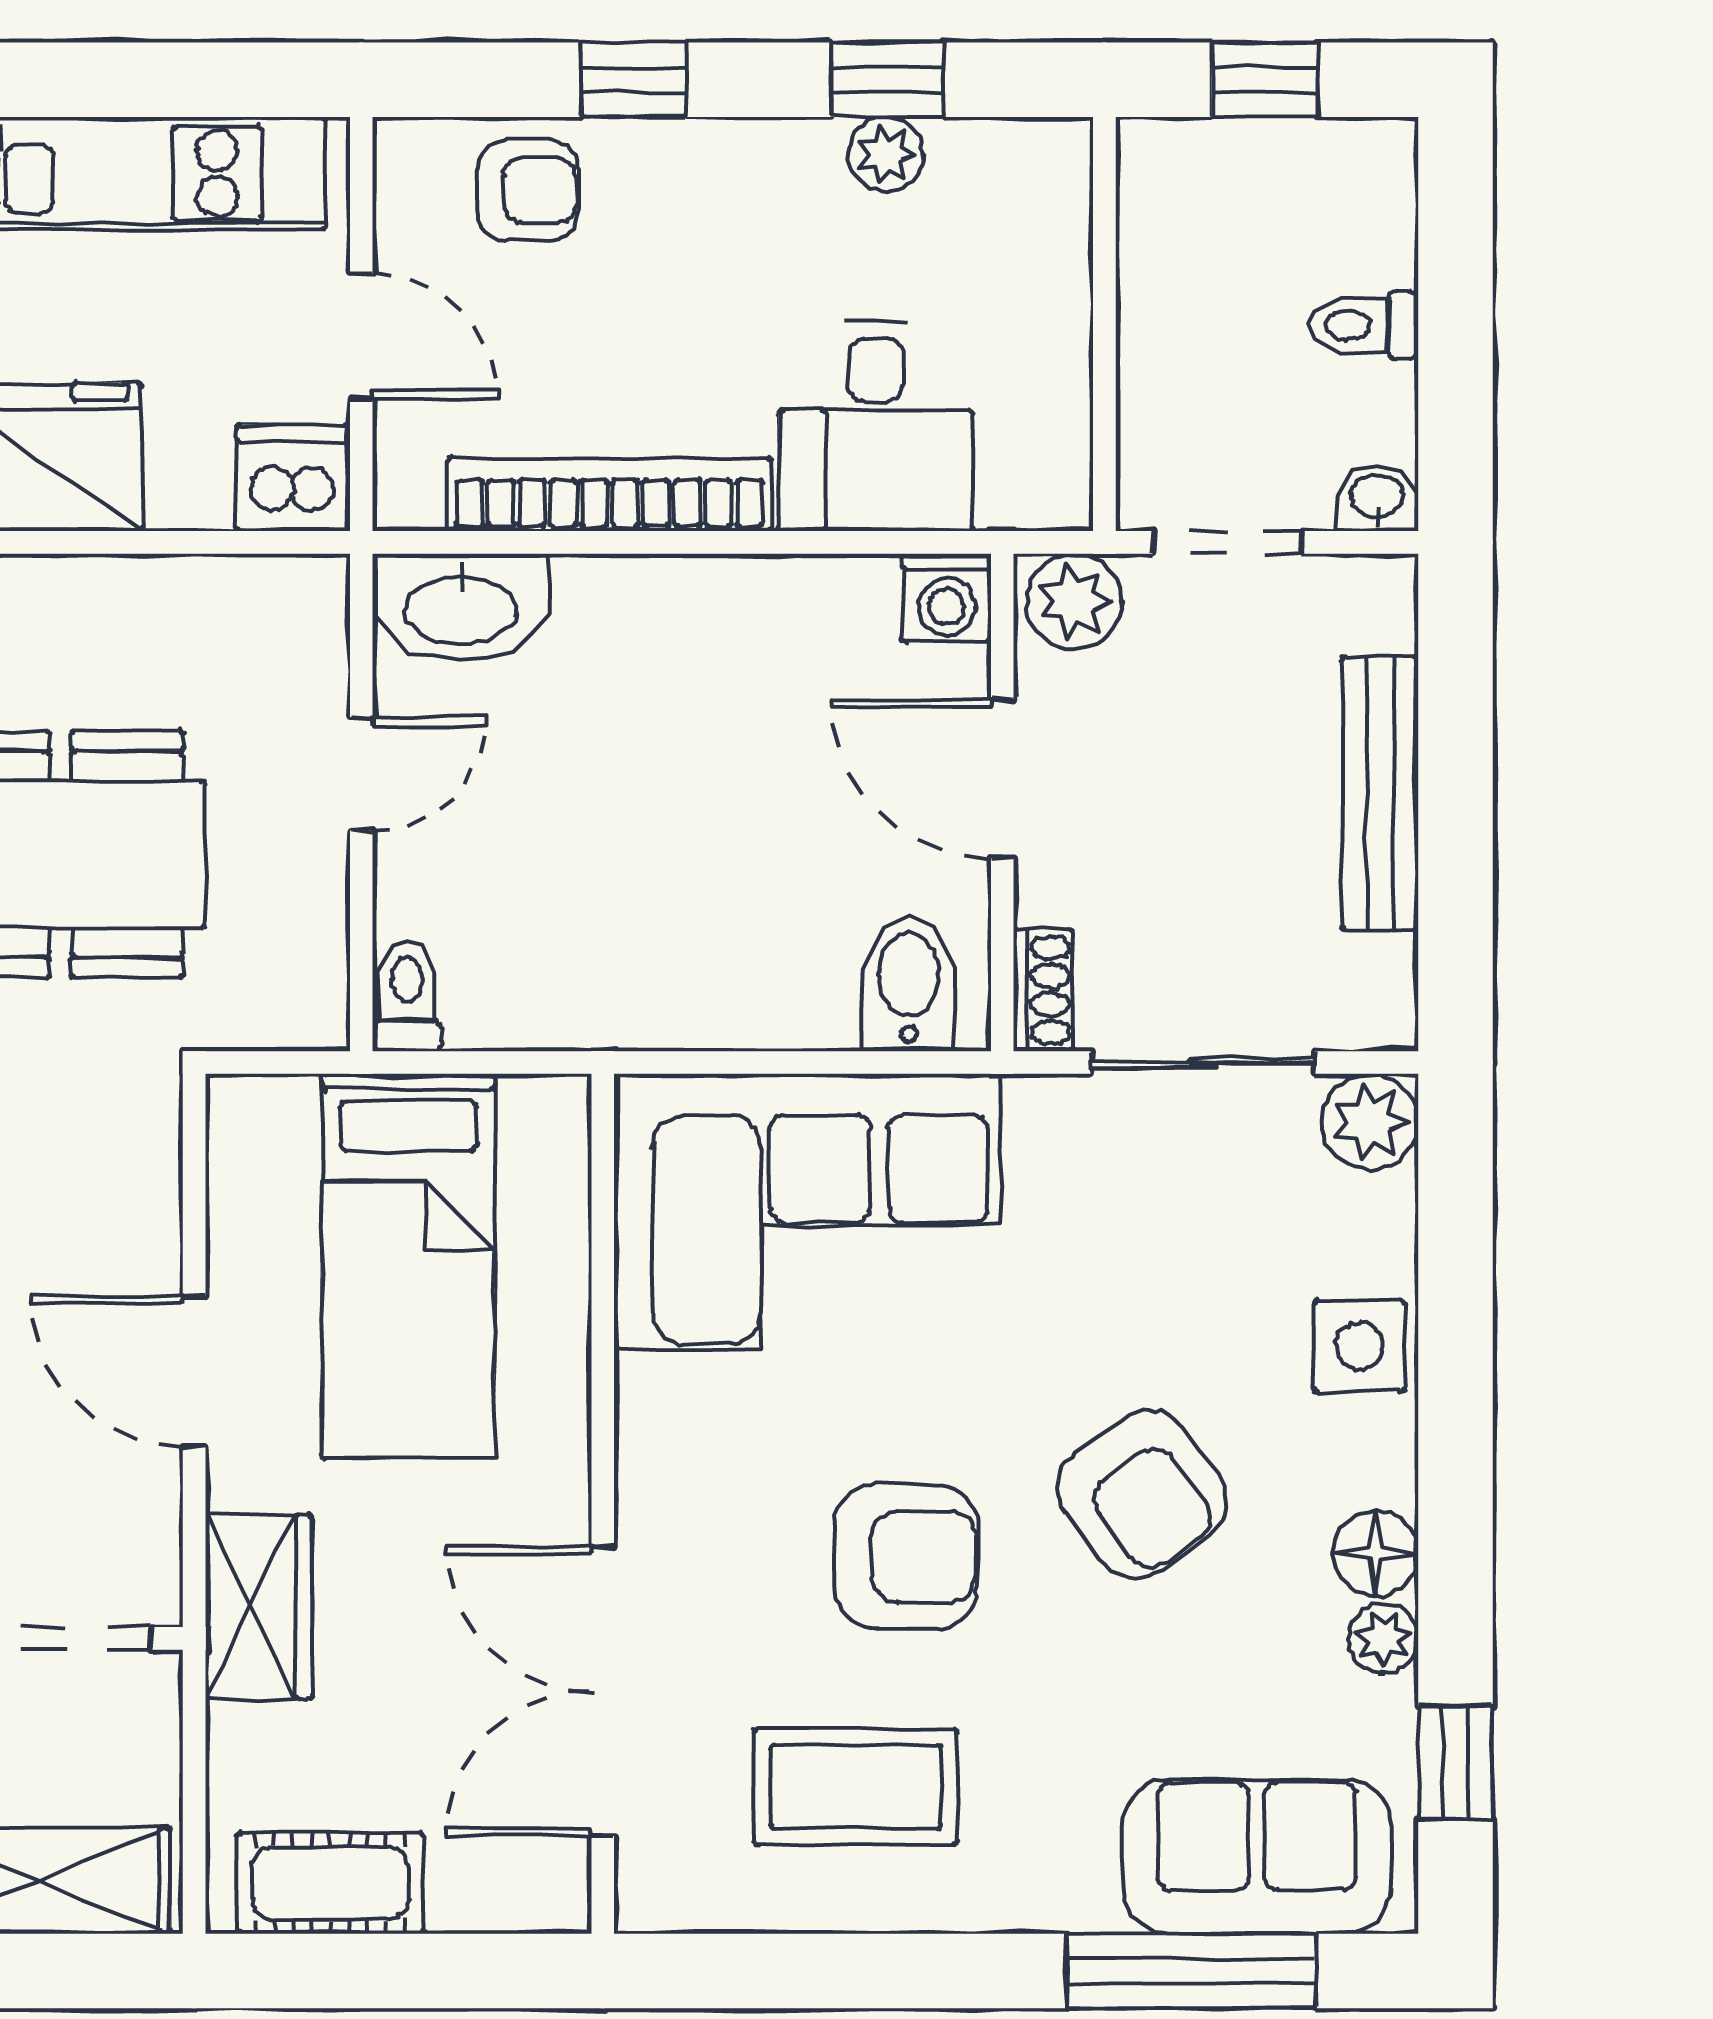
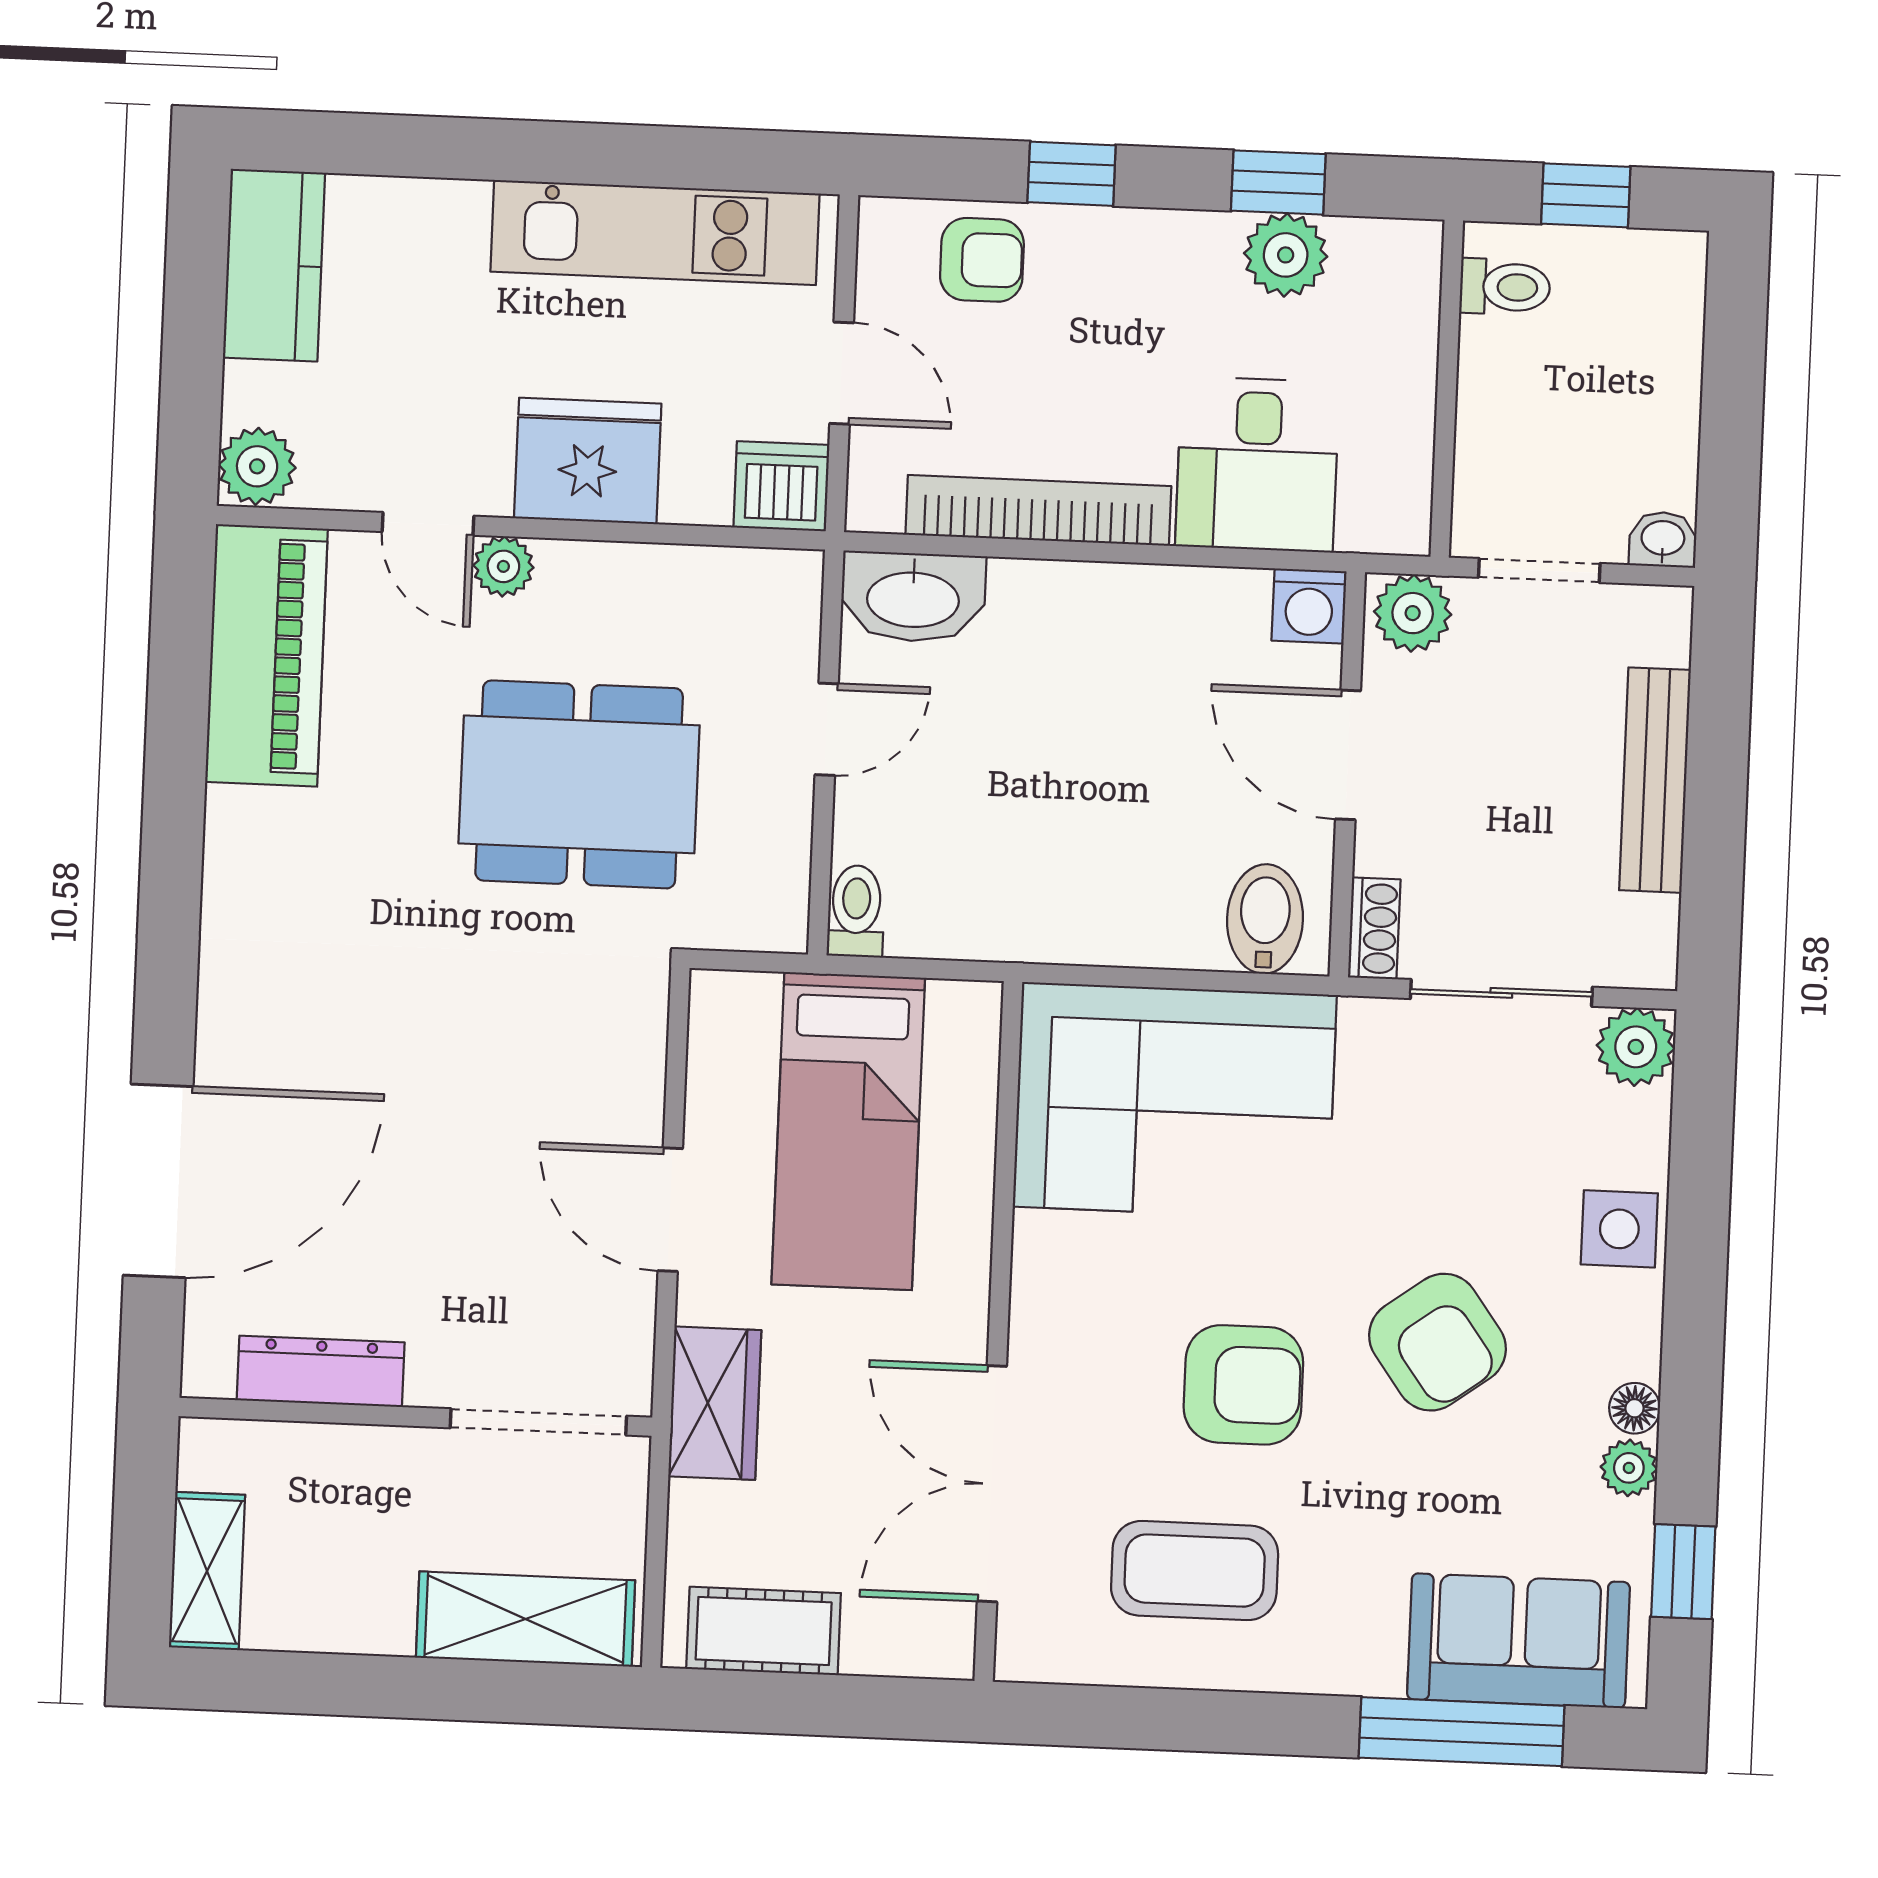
plant: (886, 154) -> (1286, 255), width x1.38, depth x1.38
toilet: (1363, 325) -> (1505, 287), moved, turned 180
floor lamp: (1376, 1554) -> (1635, 1408), width x0.73, depth x0.73

